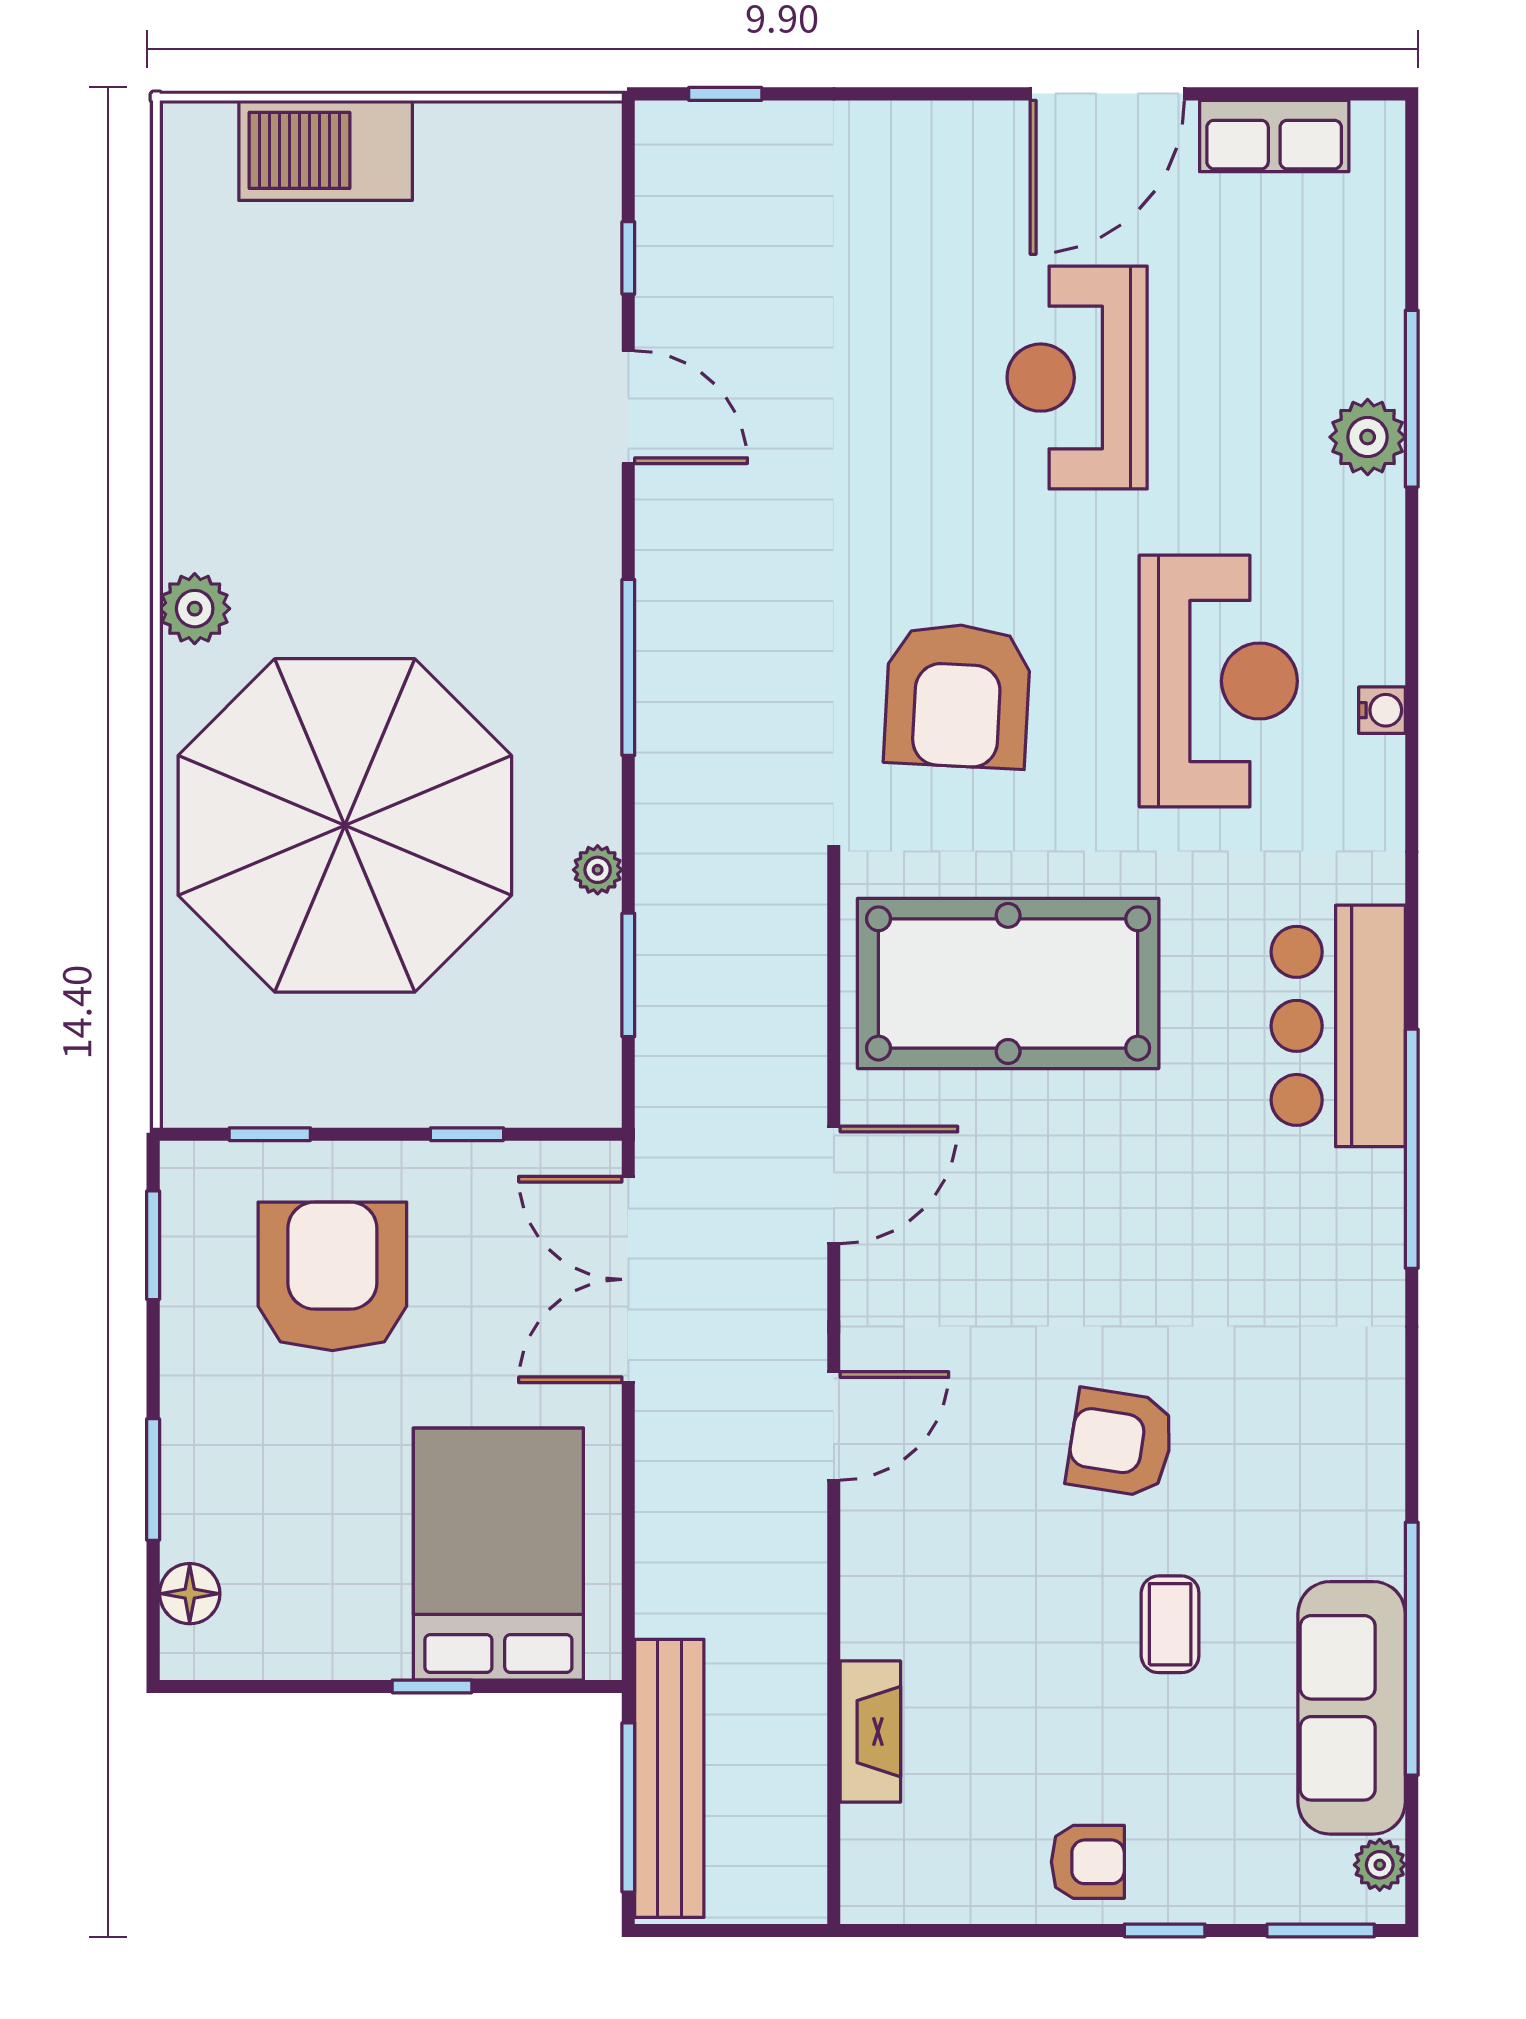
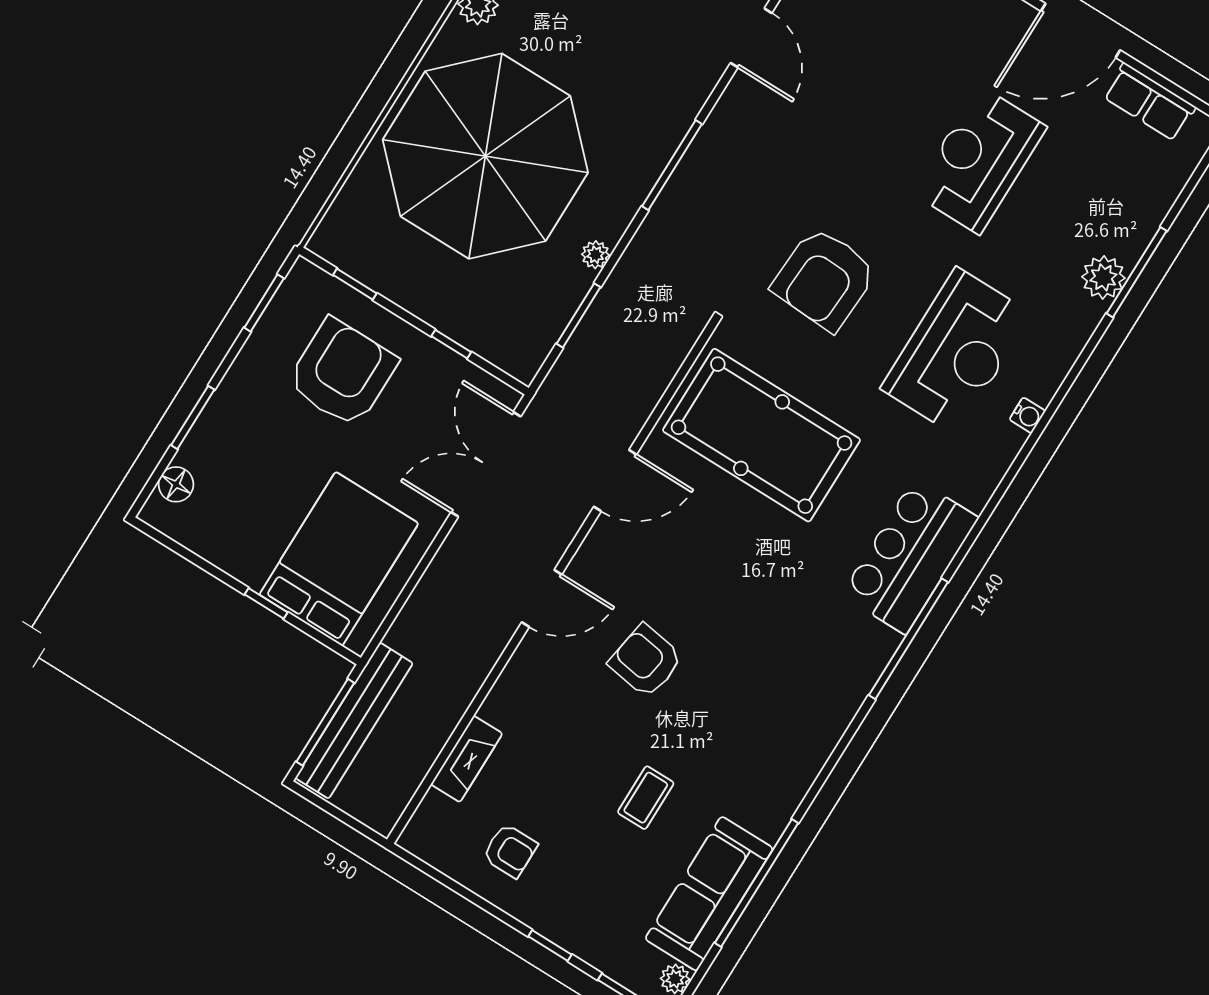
armchair: (1121, 1443) -> (646, 661), moved
armchair: (1088, 1862) -> (510, 851), moved

